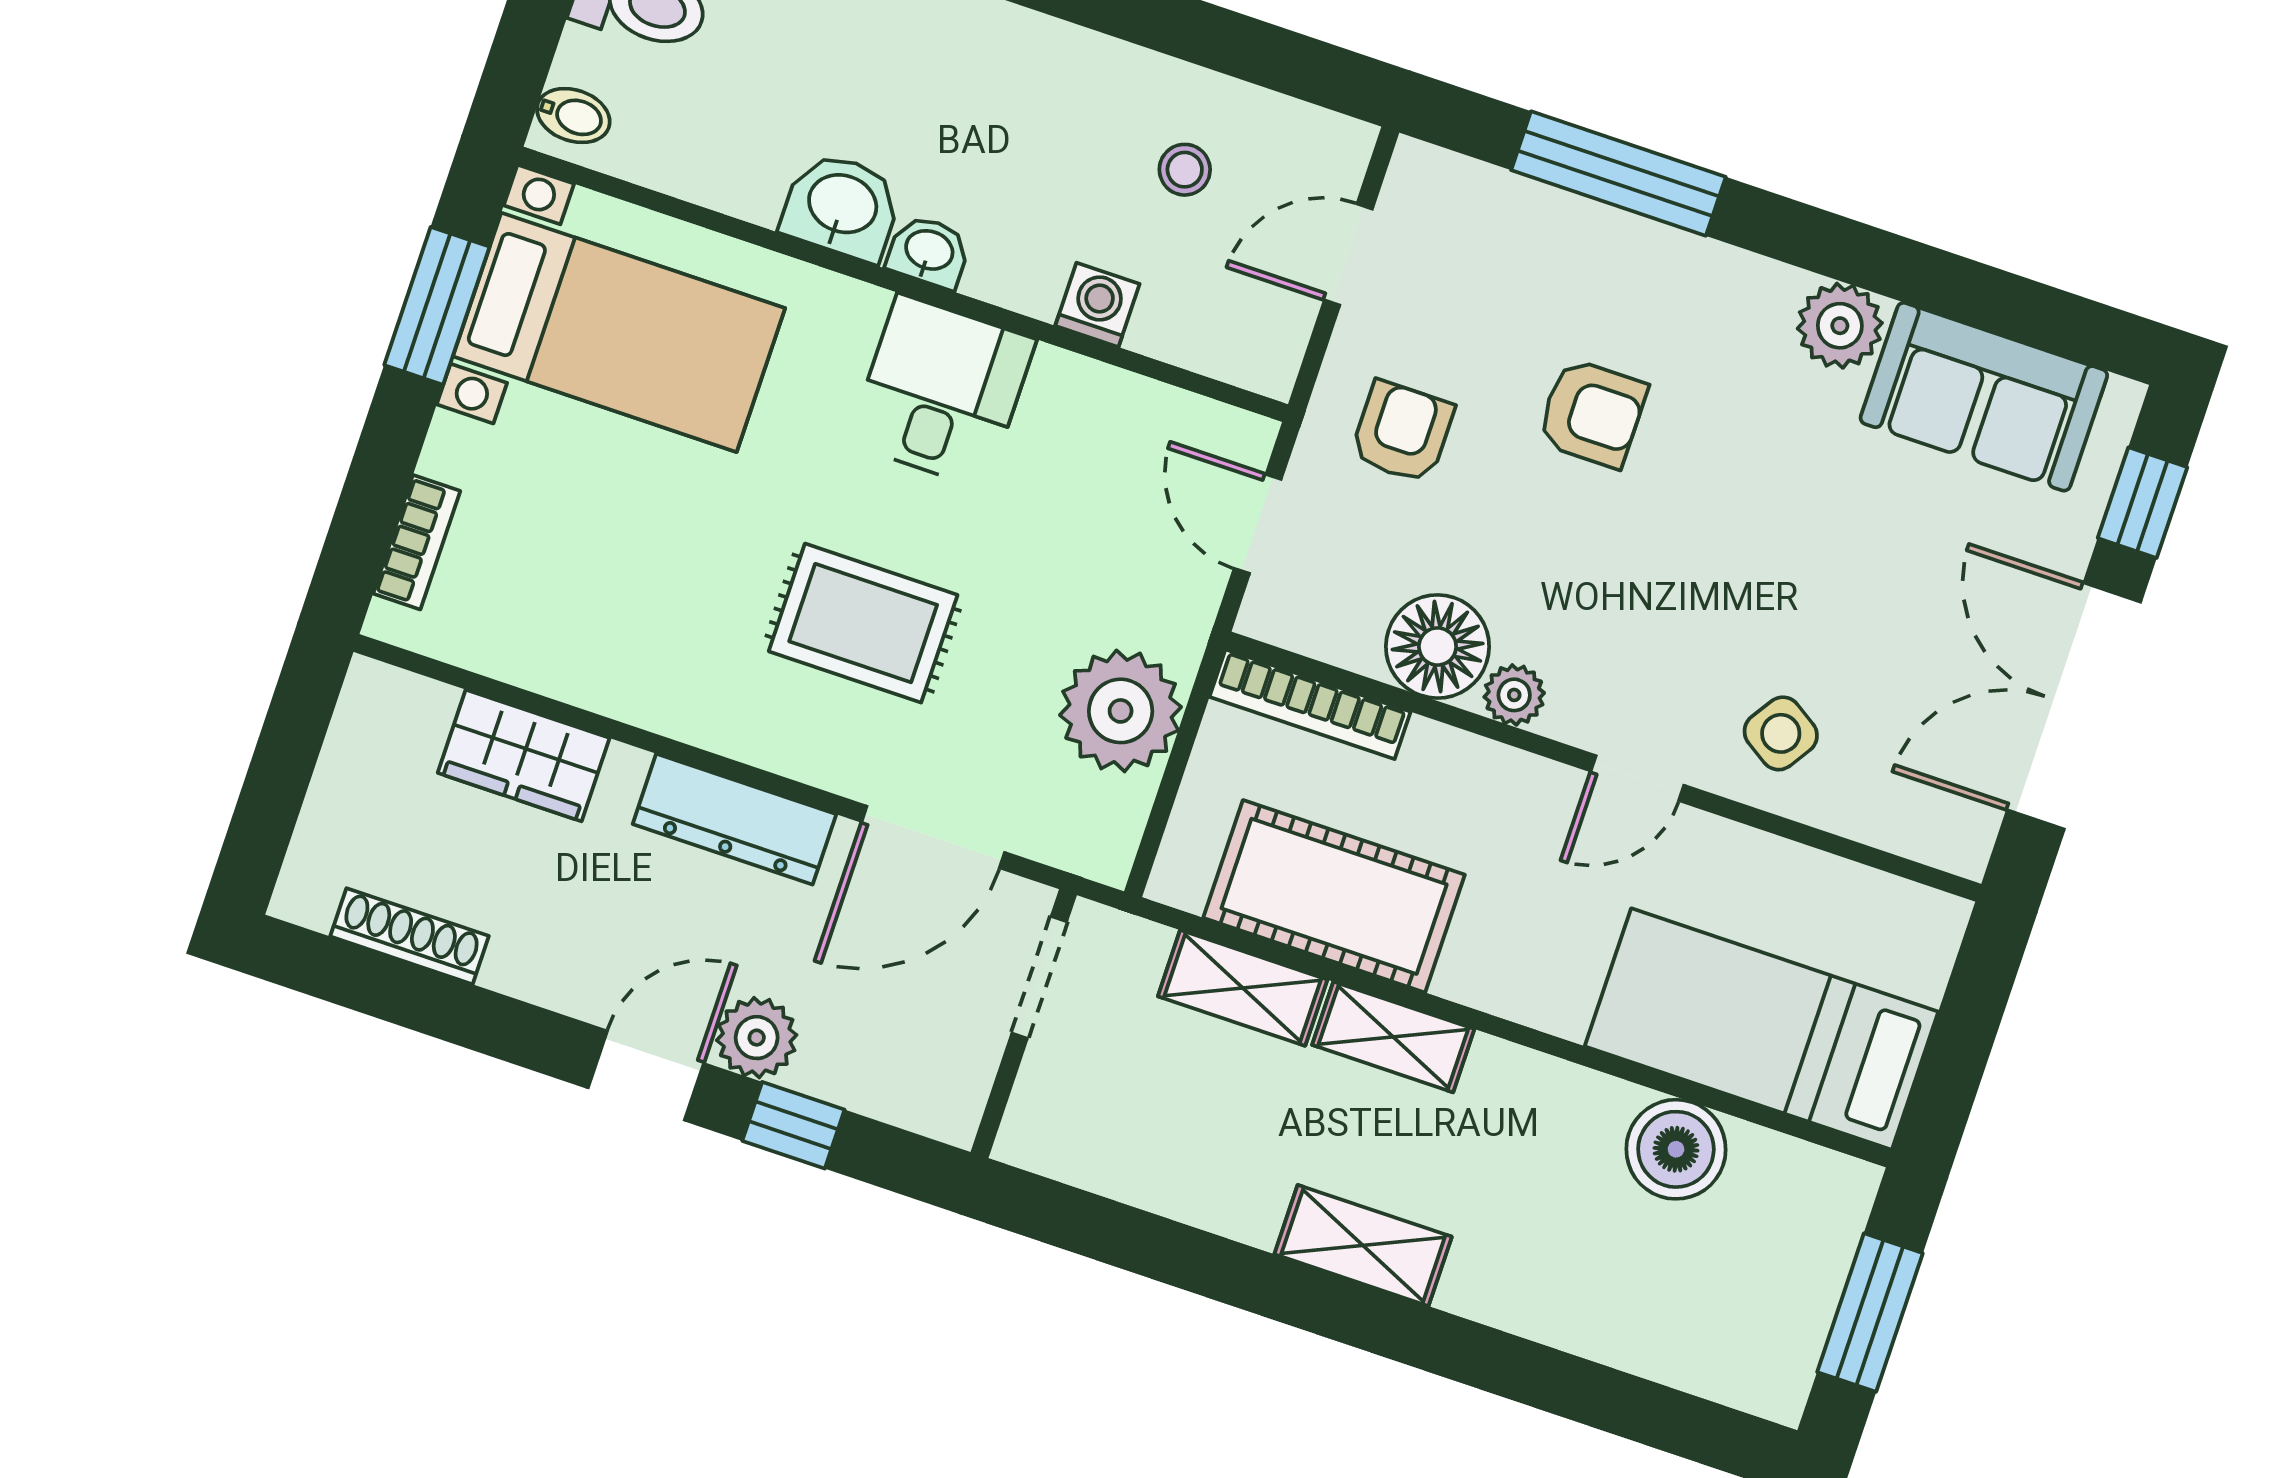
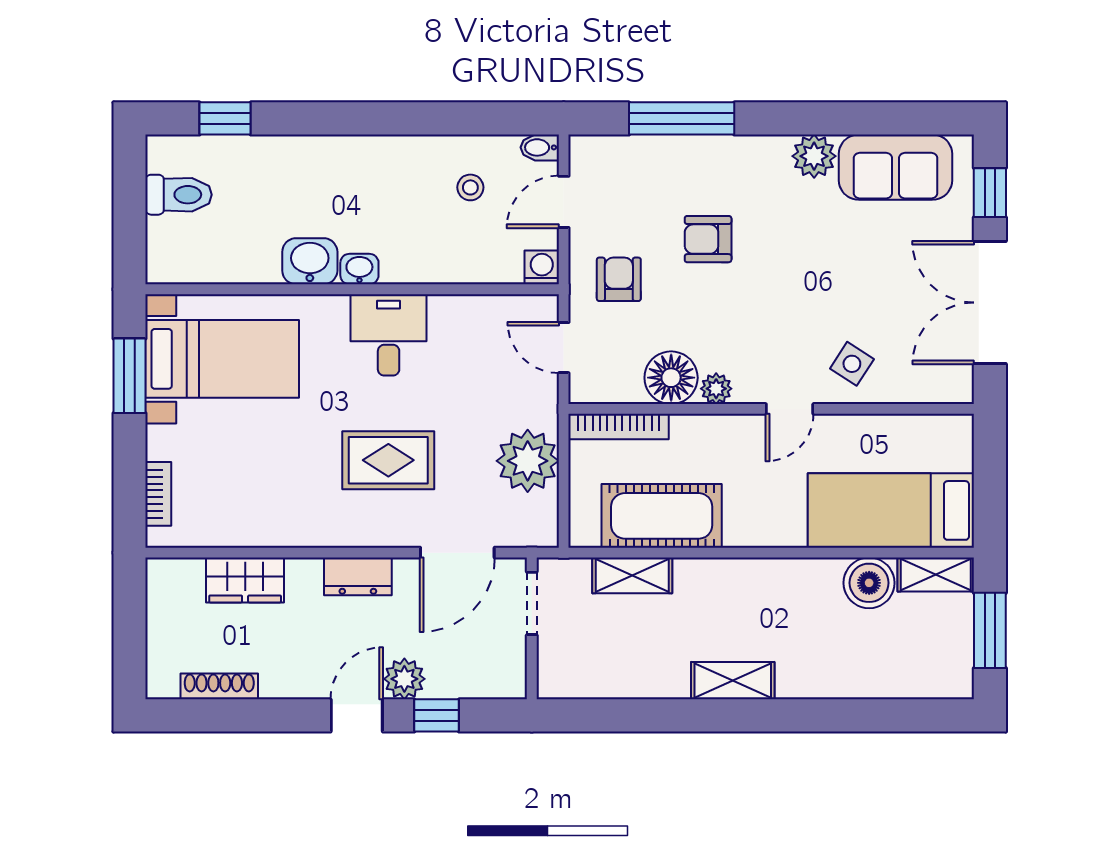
bidet: (573, 115) -> (540, 147), moved, turned 180
washing machine: (1097, 305) -> (542, 267), moved
armchair: (1592, 413) -> (708, 239), turned 180
dresser: (734, 819) -> (358, 576), width x0.70
shelving: (1393, 1037) -> (936, 575), moved

